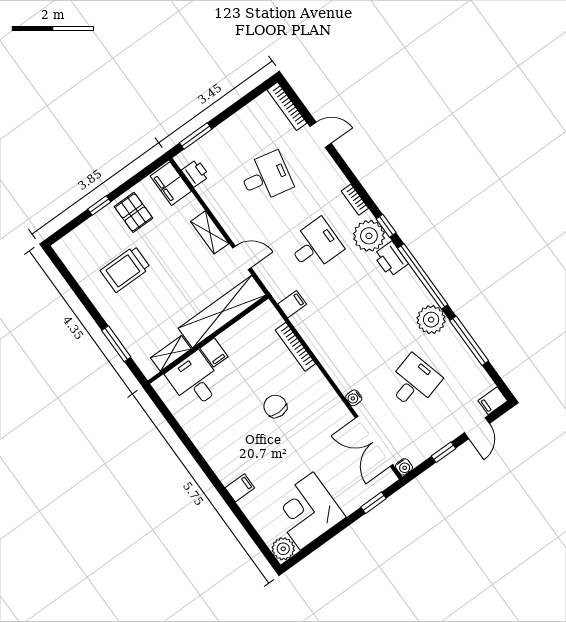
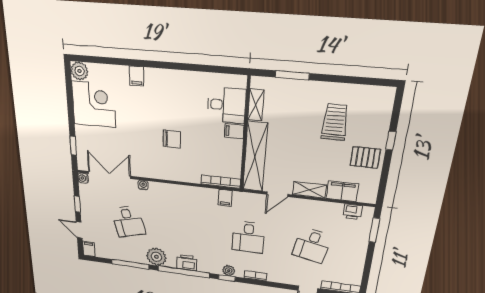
filing cabinet: (171, 184) -> (342, 191), moved
plant: (369, 236) -> (229, 271), width x0.53, depth x0.53
printer: (391, 259) -> (187, 263), moved
bookcase: (295, 347) -> (221, 182), moved

